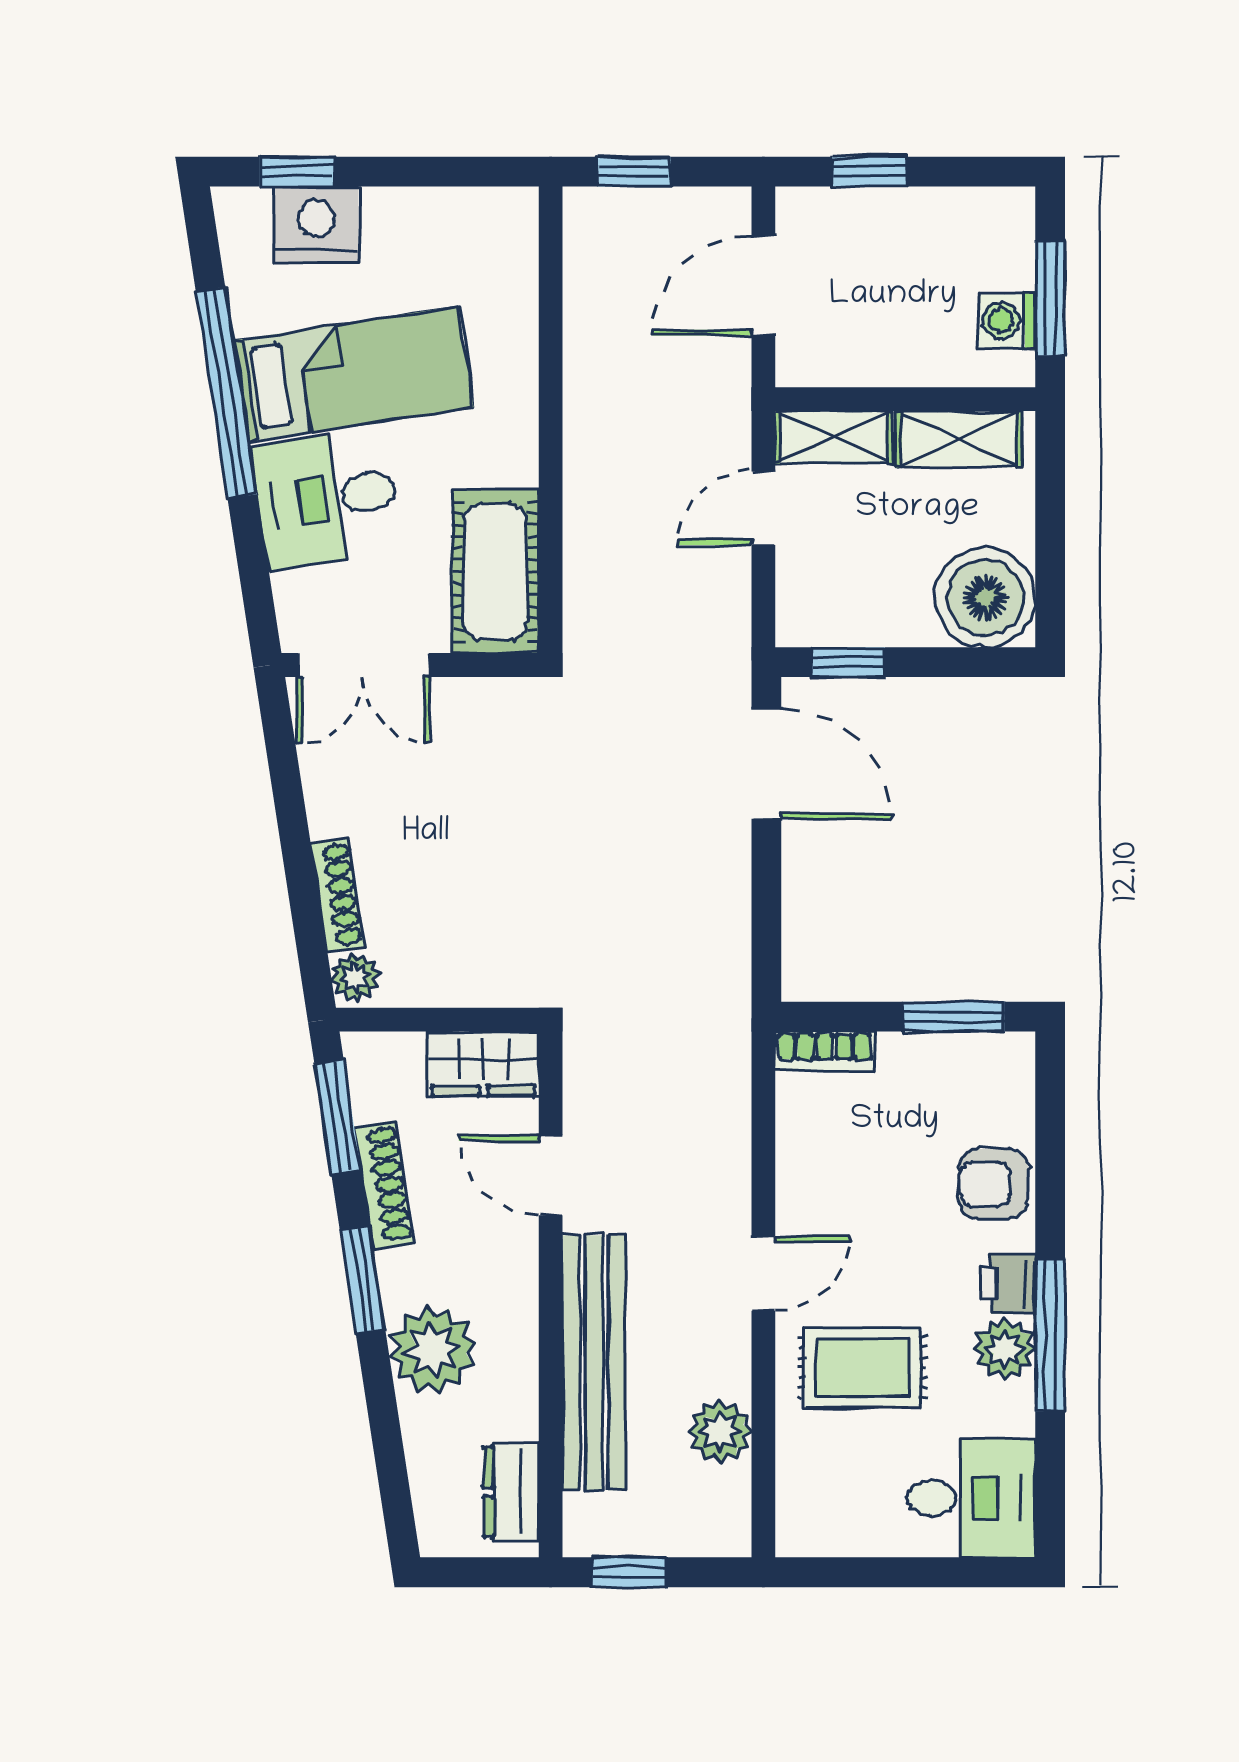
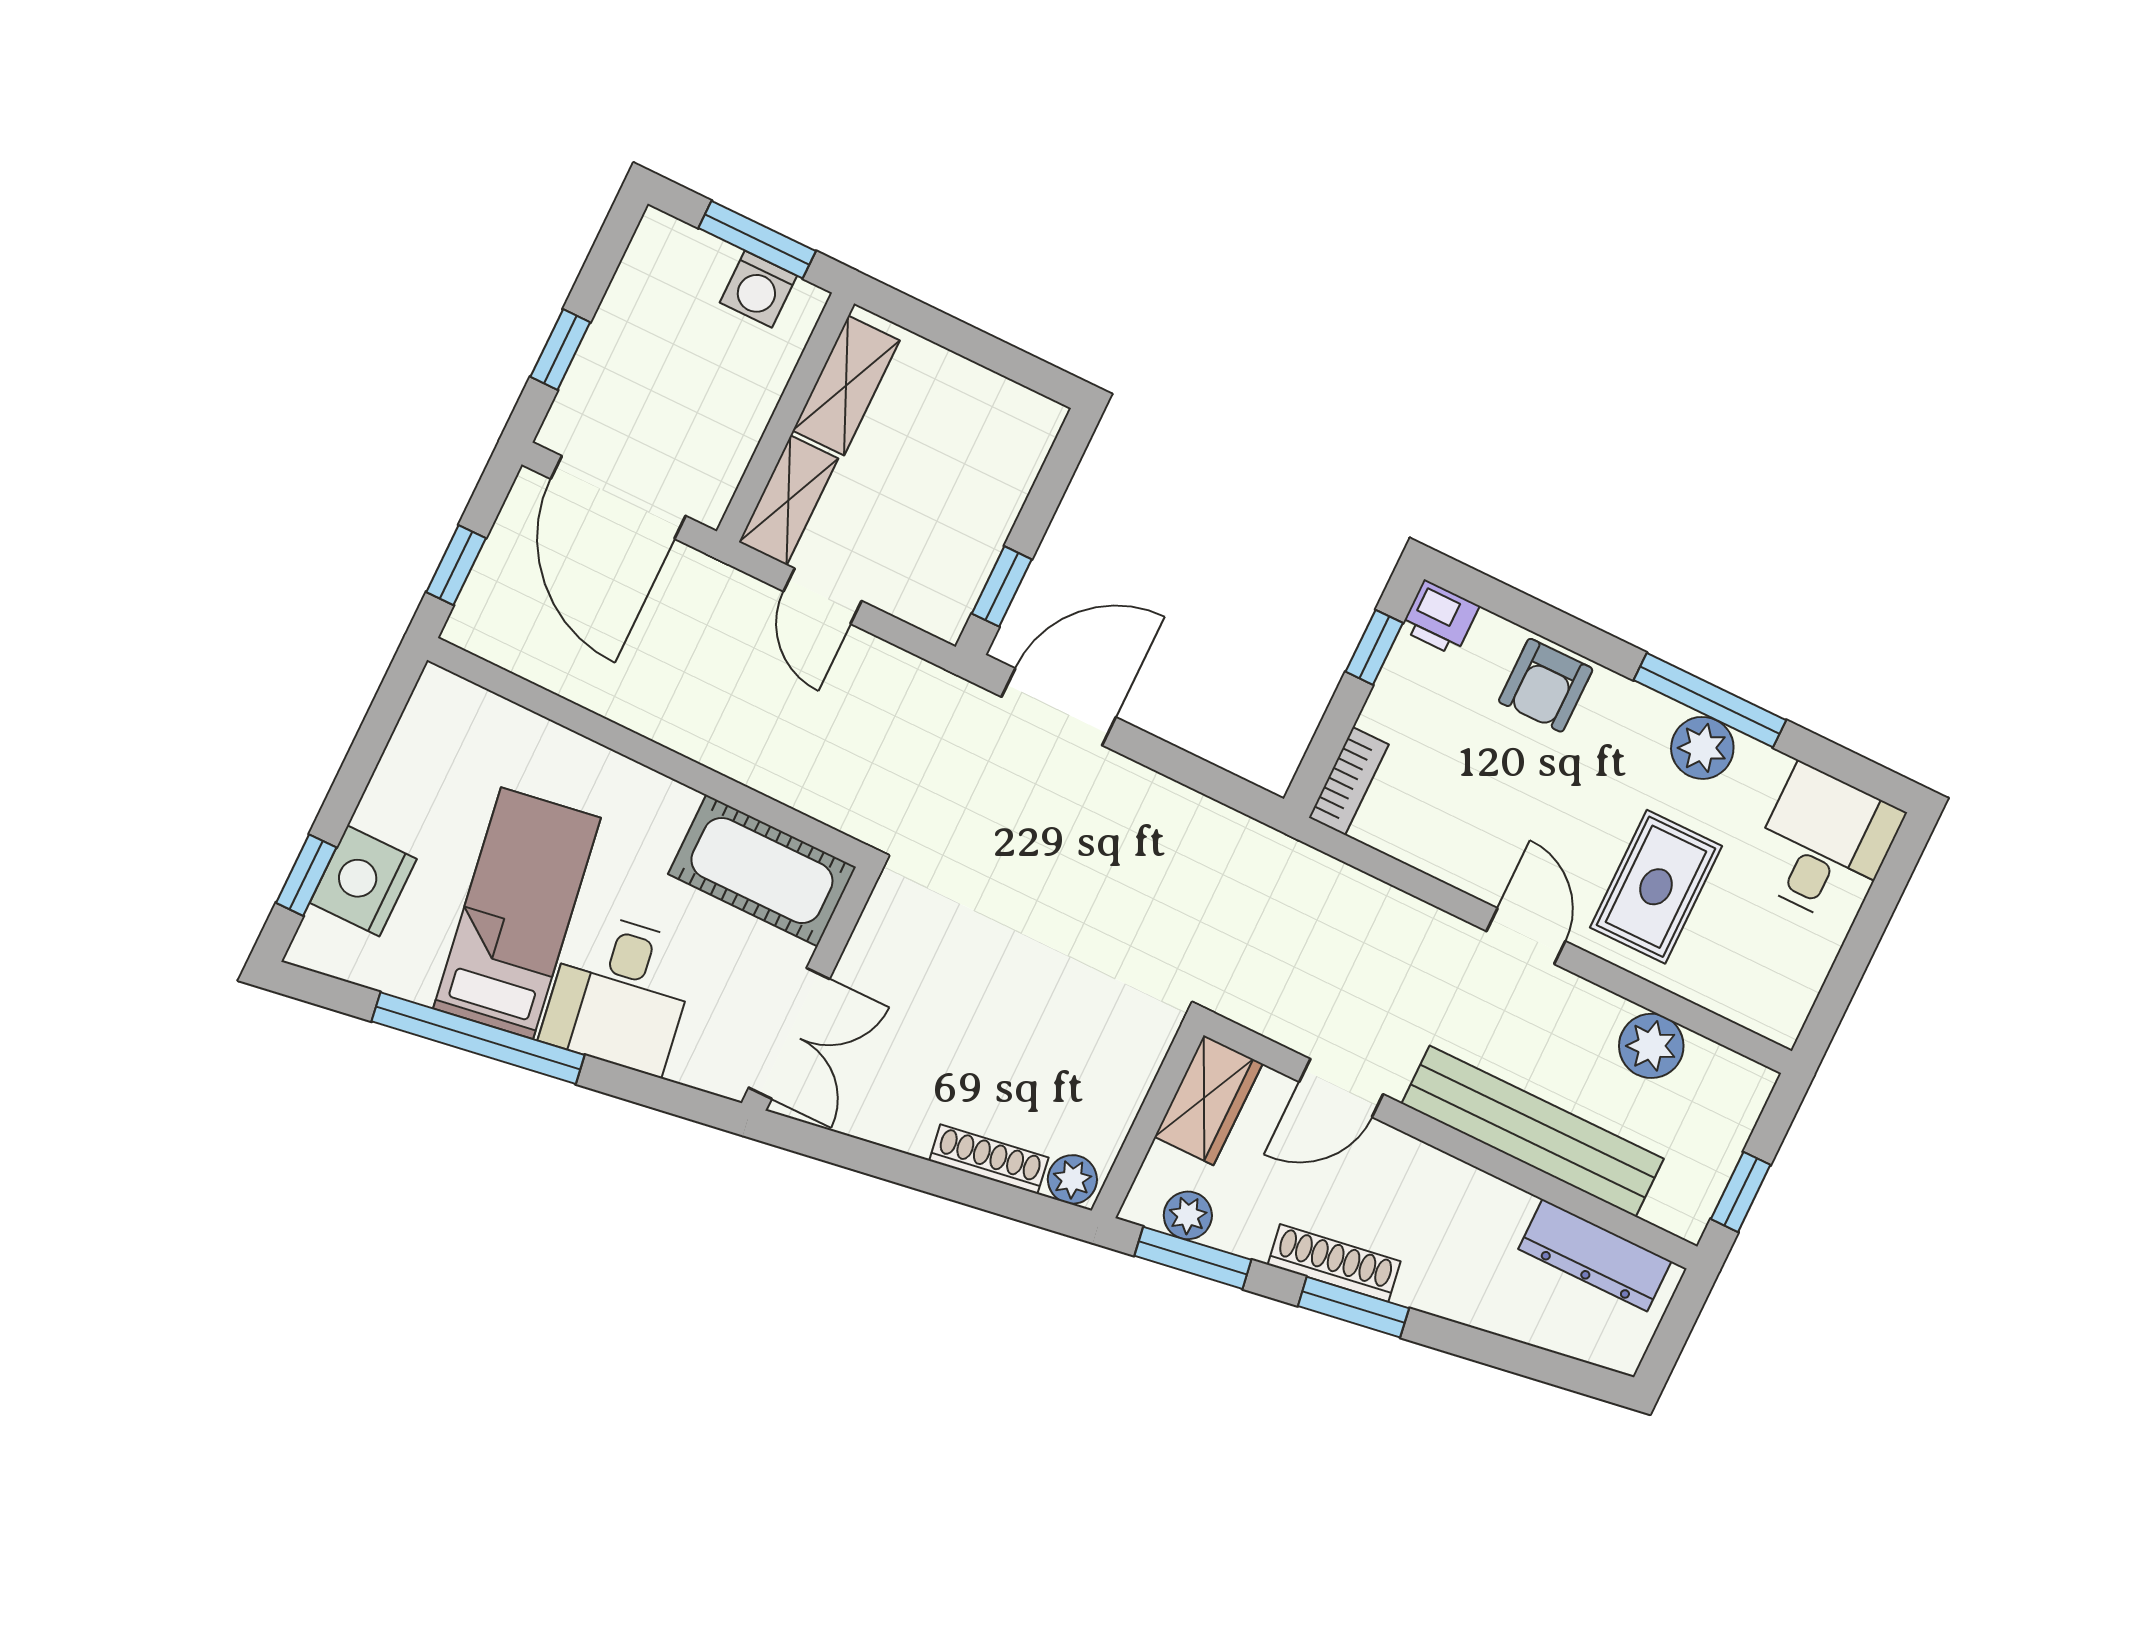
door: (763, 286) -> (618, 497), width x1.36
boiler: (986, 598) -> (1003, 432), removed
window: (954, 1017) -> (1374, 647), width x0.67
shoe rack: (384, 1185) -> (1334, 1263), moved
printer: (1008, 1283) -> (1440, 618), moved
plant: (433, 1350) -> (1188, 1215), moved, width x0.53, depth x0.53
dresser: (511, 1492) -> (1595, 1255), width x1.44

